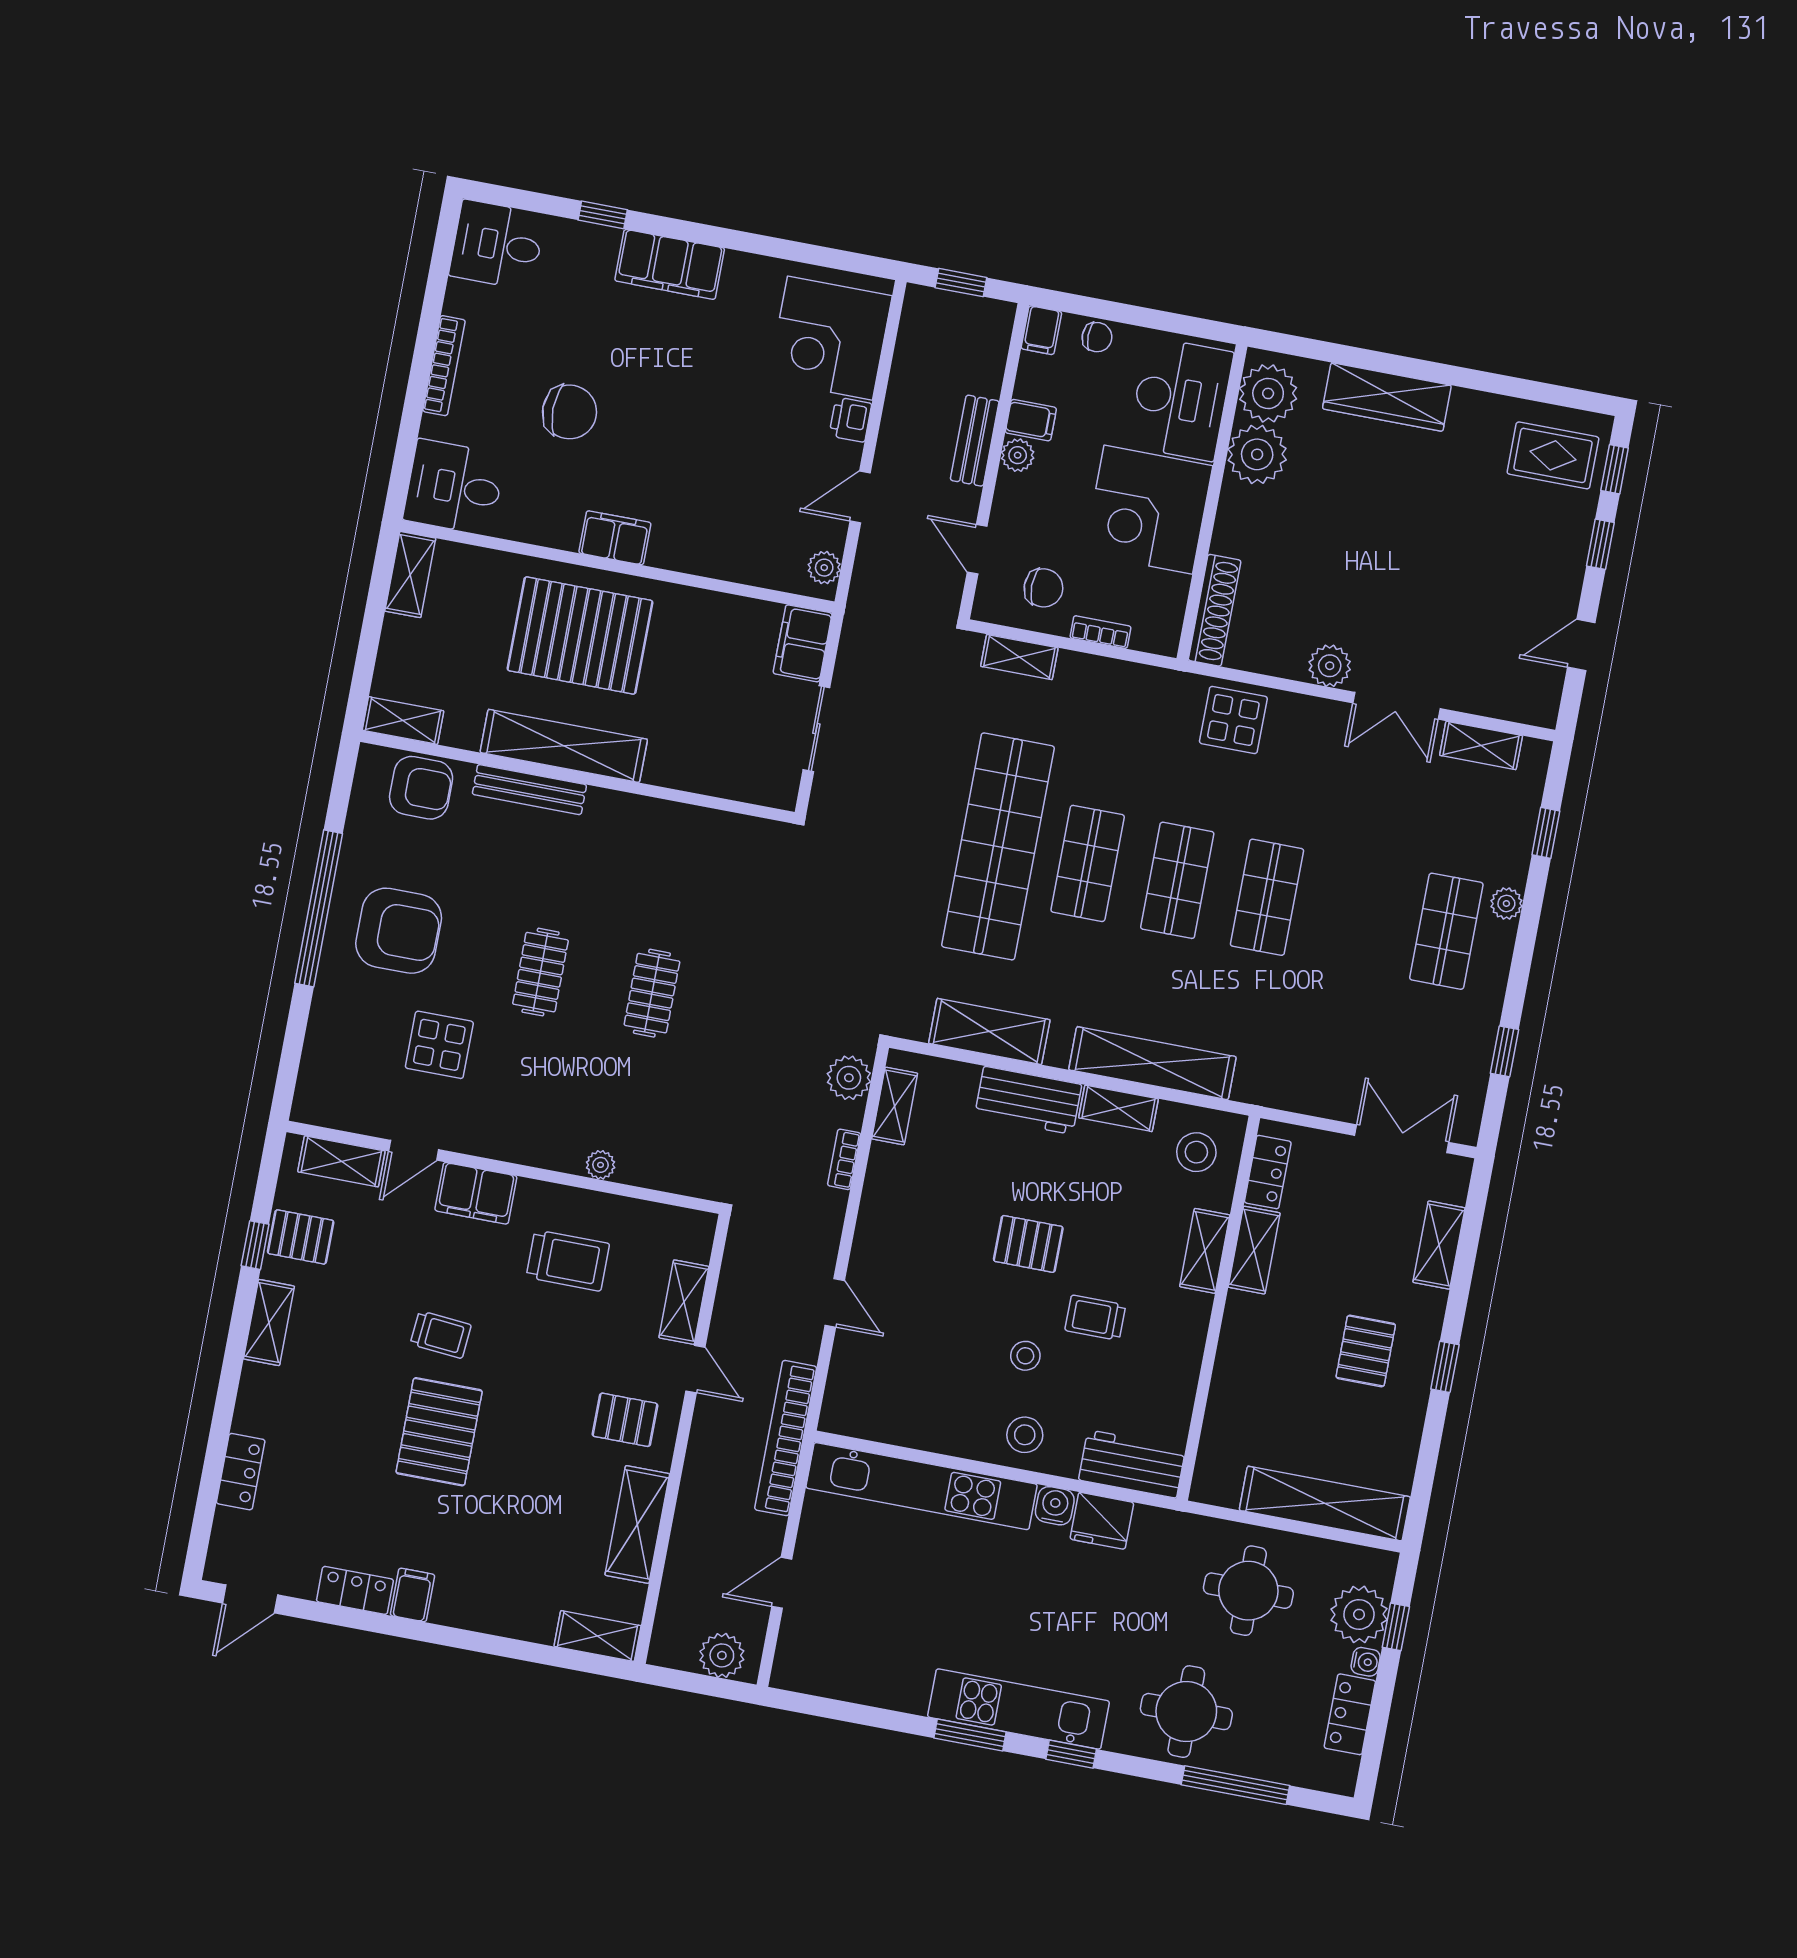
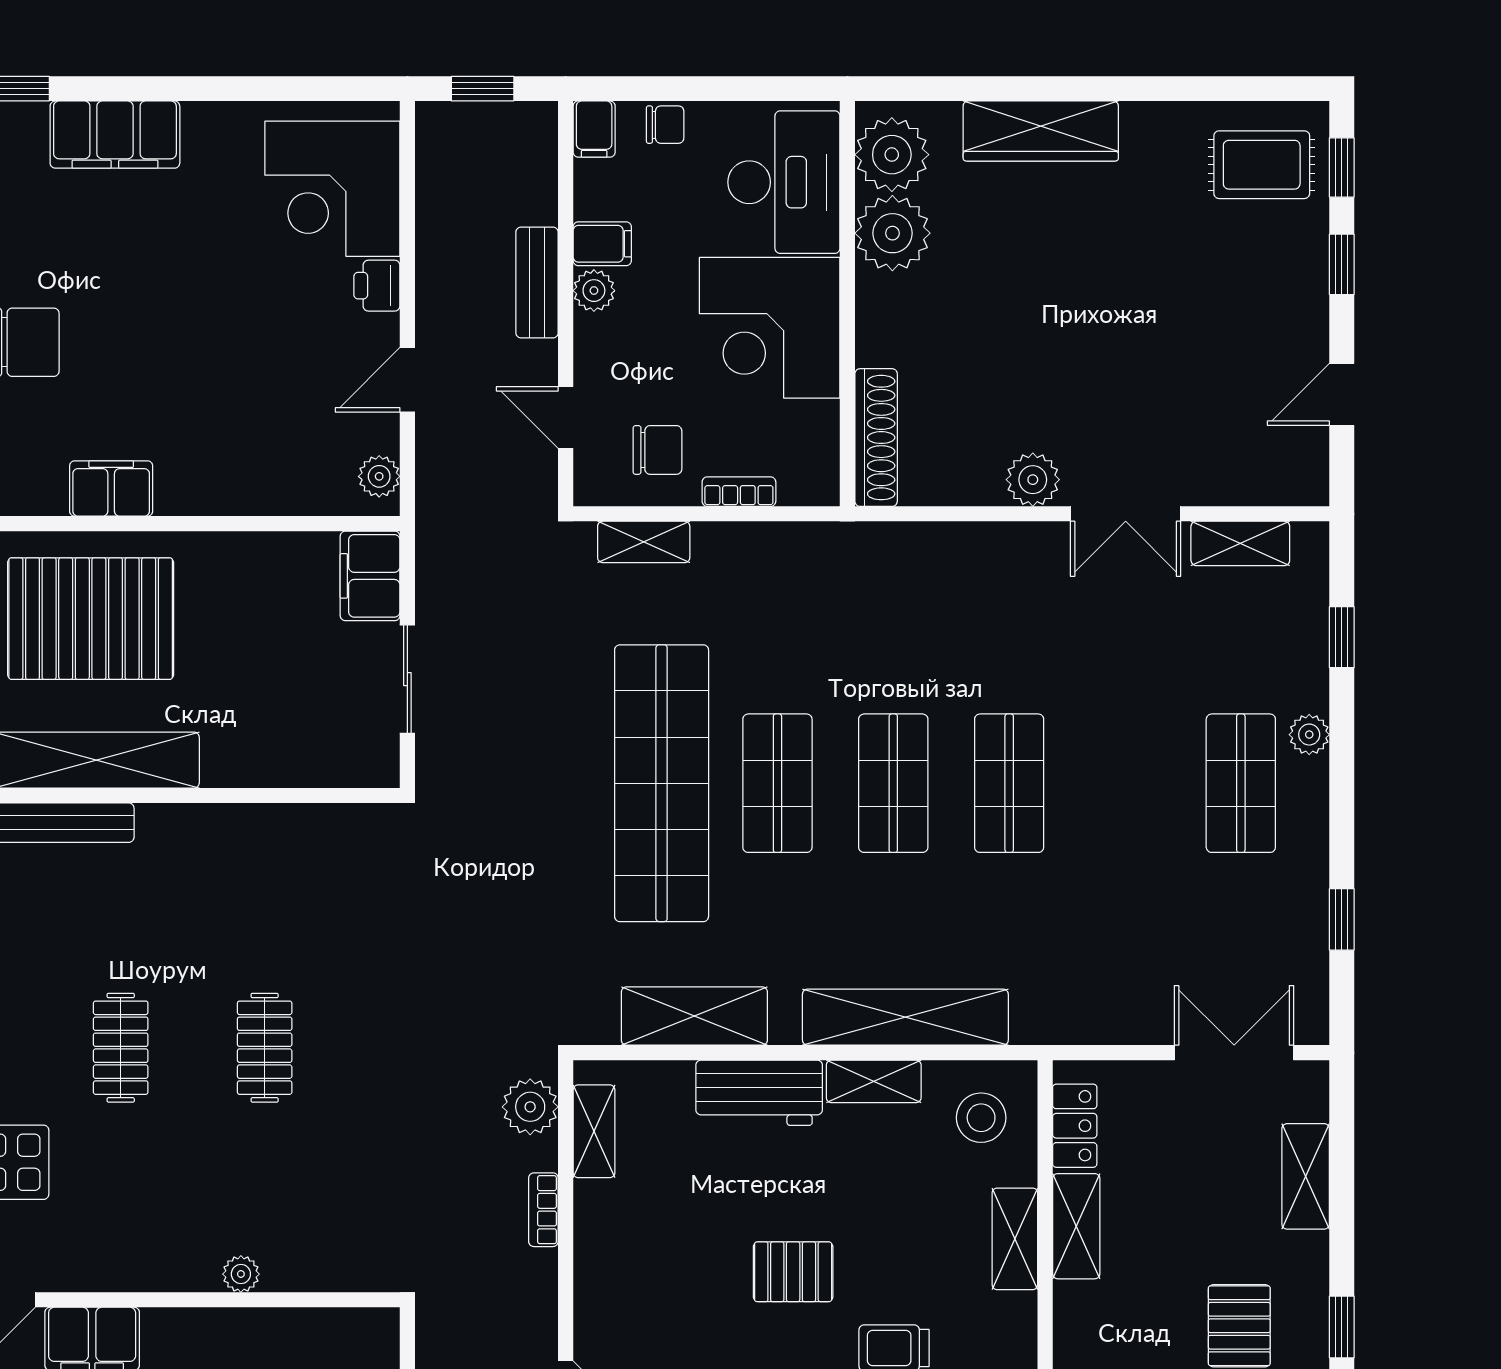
display table: (1233, 720) -> (925, 570), removed

